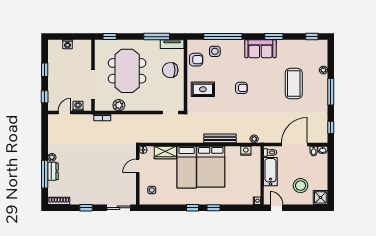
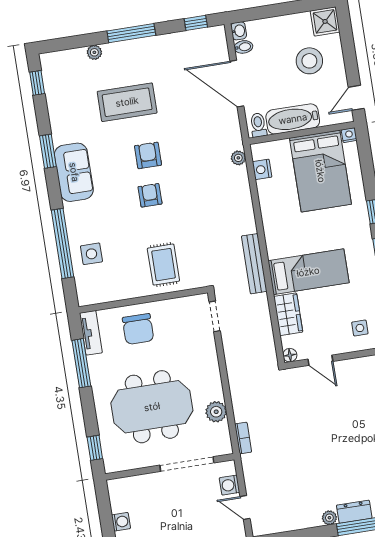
armchair: (196, 60) -> (148, 155), moved
bench: (220, 138) -> (254, 264), moved
bed: (211, 167) -> (320, 171), moved, turned 90

